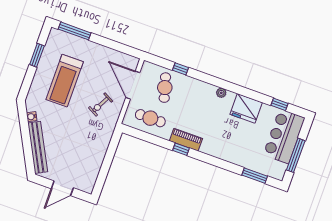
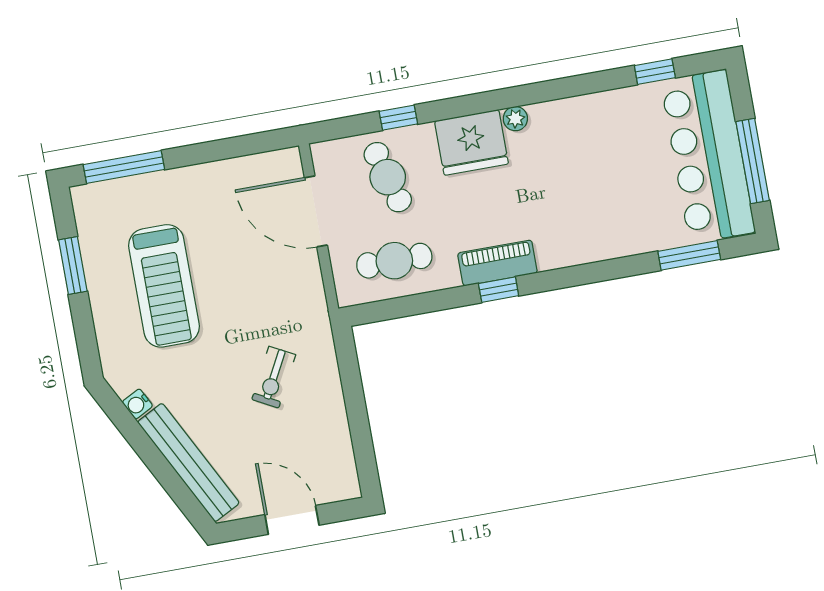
exercise bike: (101, 105) -> (274, 377), moved
fridge: (246, 108) -> (471, 142), moved
bar counter: (284, 136) -> (708, 157), width x1.36
door: (62, 188) -> (292, 520), swing flipped

